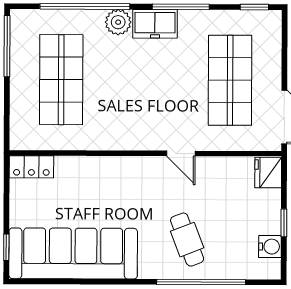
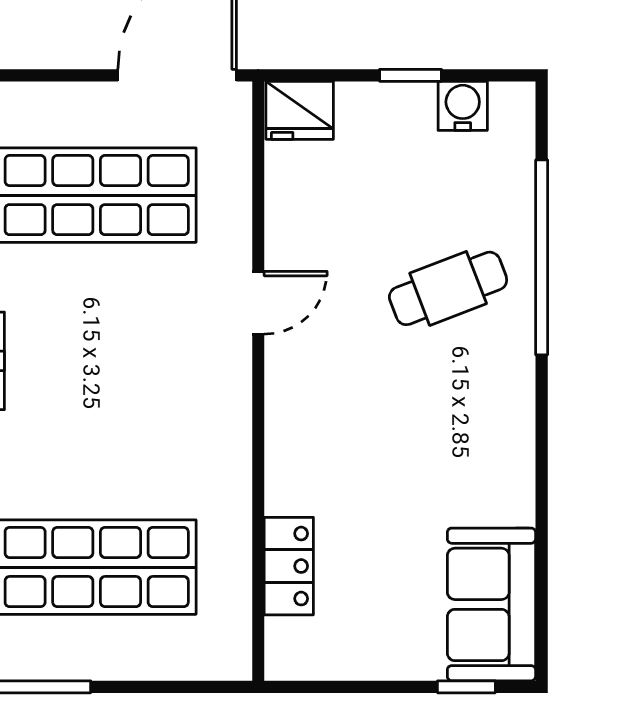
locker: (31, 167) -> (289, 566), moved
sofa: (73, 253) -> (491, 604), width x0.54, depth x0.79

